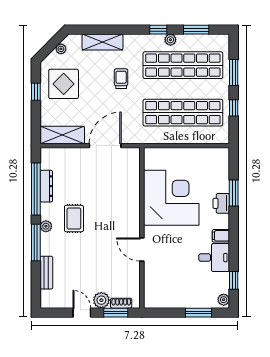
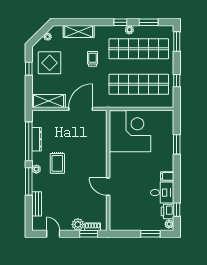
window: (234, 73) -> (177, 41), moved
corner desk: (171, 198) -> (130, 131), moved
printer: (221, 203) -> (167, 211), moved
door: (82, 313) -> (53, 234), moved

